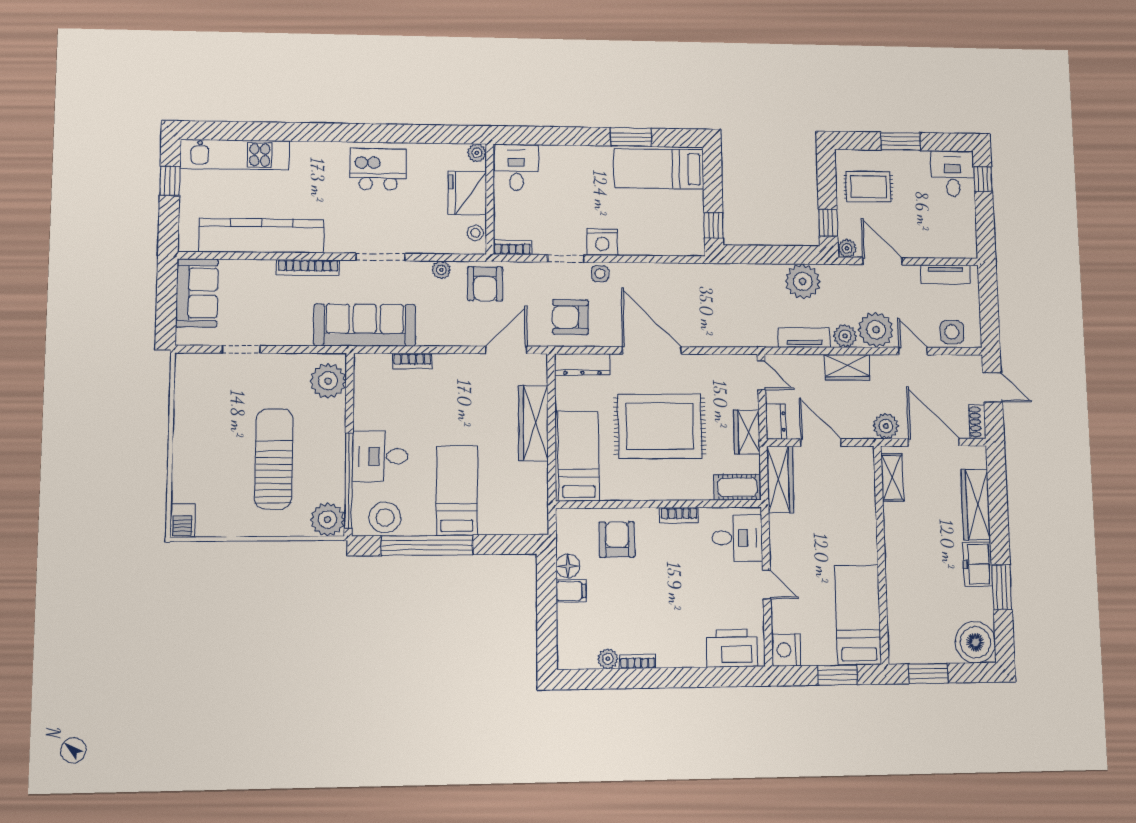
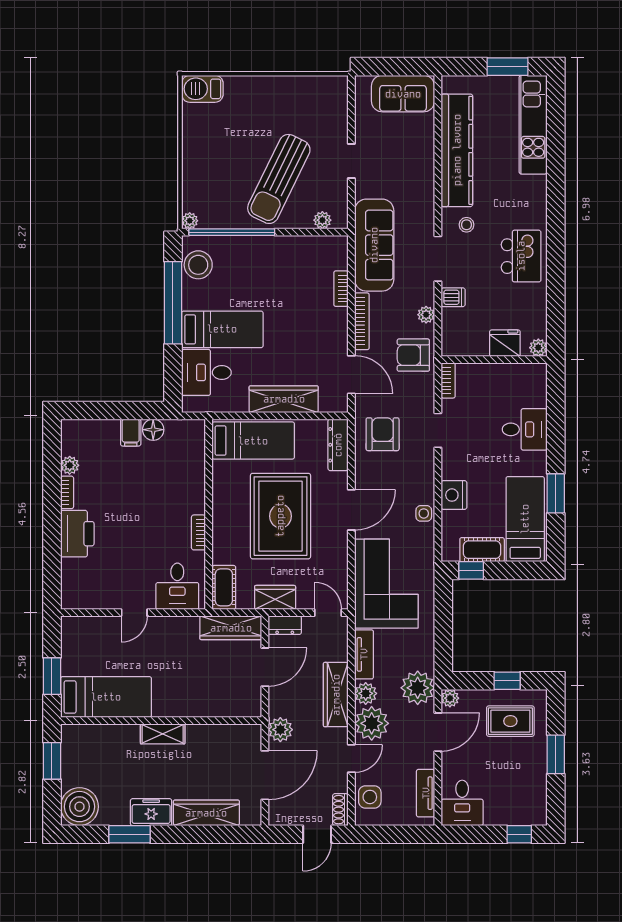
desk: (516, 167) -> (525, 429), moved
desk: (953, 174) -> (462, 803), moved, turned 90
window: (170, 181) -> (507, 67), width x1.50
rug: (868, 187) -> (510, 721), turned 90
fridge: (467, 193) -> (505, 343), width x0.73, depth x0.75
cot: (692, 214) -> (482, 550), added
window: (828, 223) -> (507, 681), moved
stool: (475, 233) -> (467, 225), moved
dishwasher: (422, 241) -> (453, 297), added
nightstand: (602, 242) -> (454, 495), moved
bookcase: (308, 268) -> (362, 321), moved, turned 180
side table: (600, 274) -> (424, 513), moved
plant: (803, 281) -> (418, 688), moved
corner sofa: (729, 314) -> (386, 584), added
doorway: (241, 349) -> (351, 161), moved
door: (652, 350) -> (351, 510), width x0.73
wardrobe: (847, 367) -> (336, 695), width x1.50
door: (761, 375) -> (328, 613), swing flipped
plant: (328, 381) -> (322, 220), width x0.53, depth x0.53
shoe rack: (977, 422) -> (340, 810), moved, turned -90
desk: (380, 456) -> (206, 372), moved, turned -90
sun lounger: (274, 459) -> (279, 179), moved, turned 116
shelving: (892, 477) -> (163, 734), moved
plant: (327, 519) -> (190, 221), width x0.53, depth x0.53
barbecue: (183, 521) -> (202, 89), width x1.38, depth x1.27
armchair: (617, 540) -> (177, 475), removed
printer: (732, 648) -> (77, 534), moved
nightstand: (786, 650) -> (75, 629), removed

